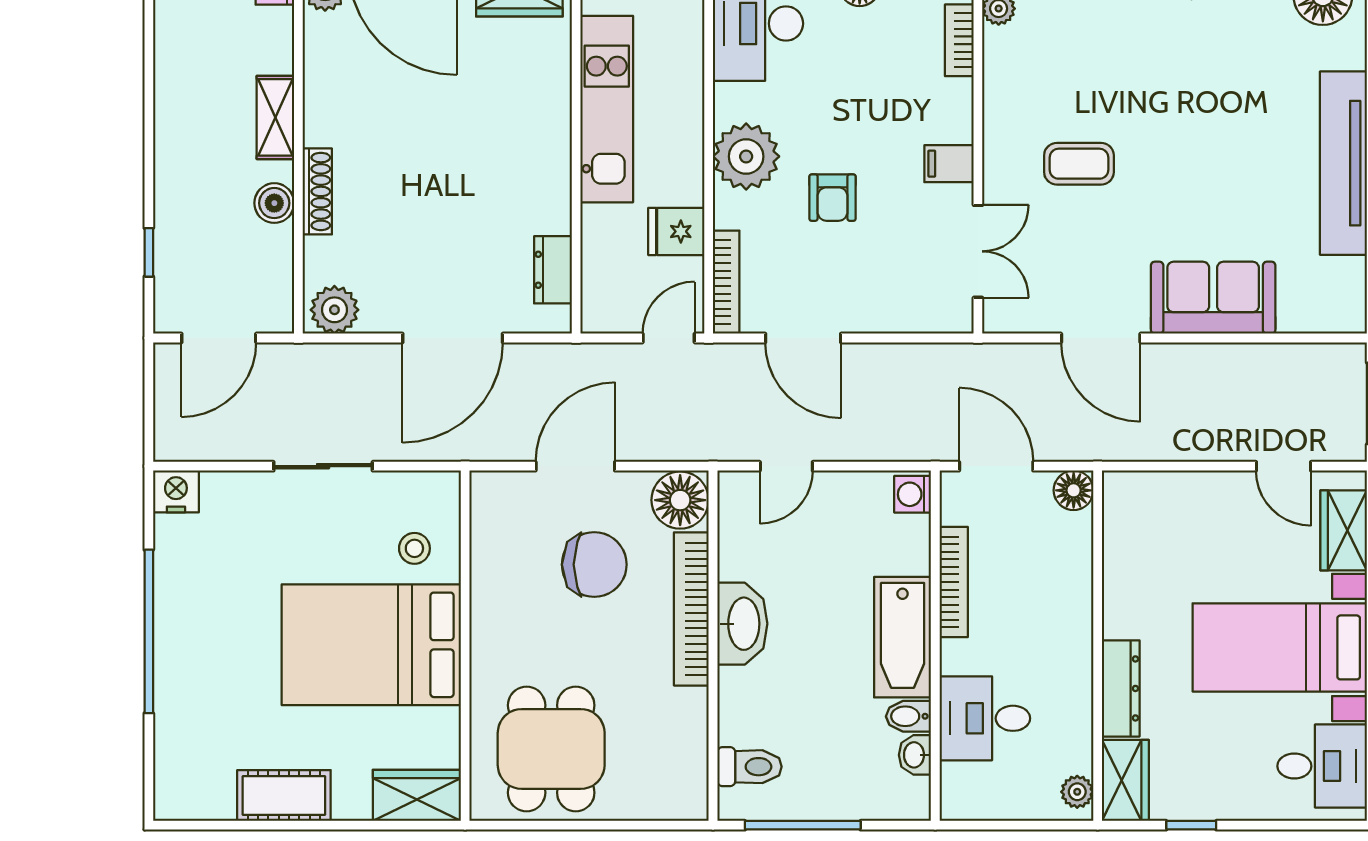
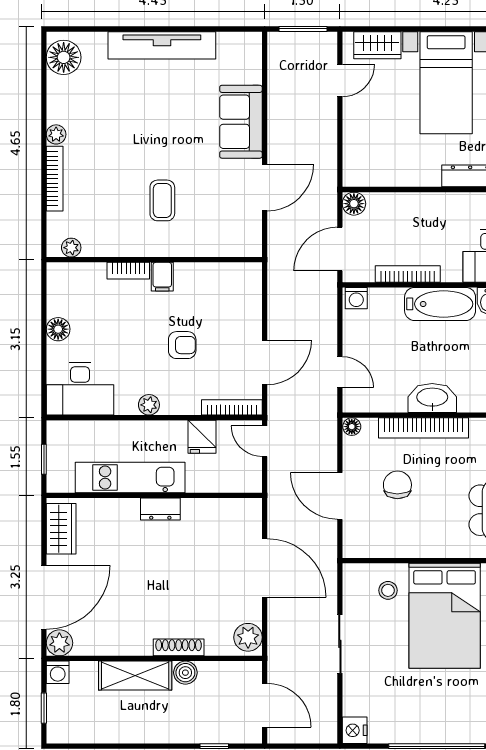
bookcase: (959, 40) -> (128, 271), moved
shelving: (275, 117) -> (135, 676), width x1.50, depth x1.33
plant: (746, 156) -> (149, 405), width x0.53, depth x0.53
double door: (978, 251) -> (214, 260), removed
dresser: (553, 270) -> (160, 509), moved
floor lamp: (680, 500) -> (352, 427), width x0.53, depth x0.53
chair: (594, 565) -> (397, 485), width x0.73, depth x0.73

